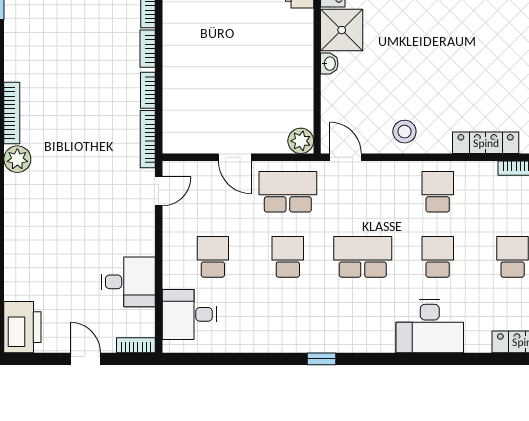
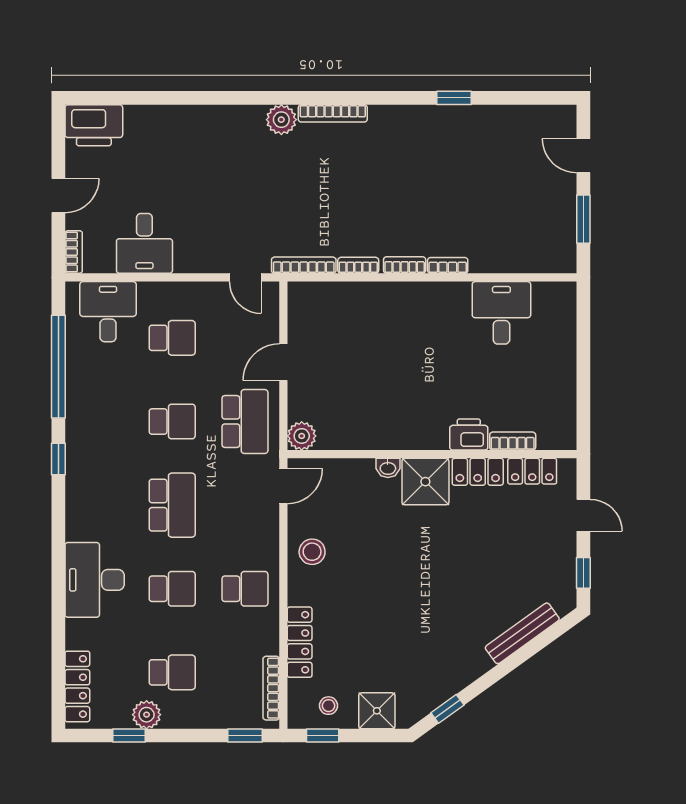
window: (239, 359) -> (58, 367), added

